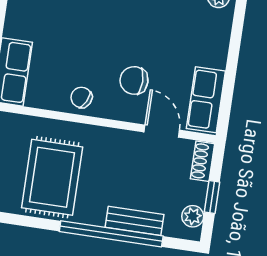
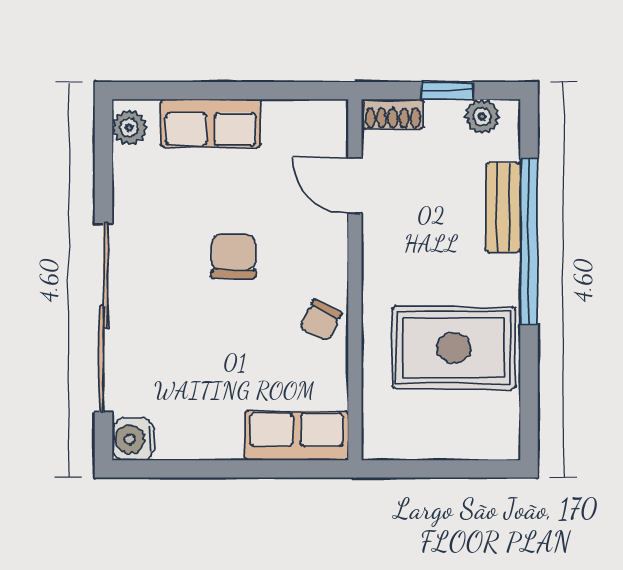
chair: (134, 80) -> (234, 257), moved, turned 180
row of seats: (206, 100) -> (211, 123), moved
door: (162, 131) -> (355, 186), hinge flipped

